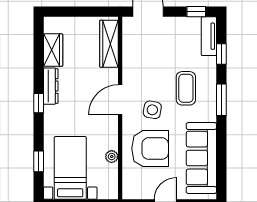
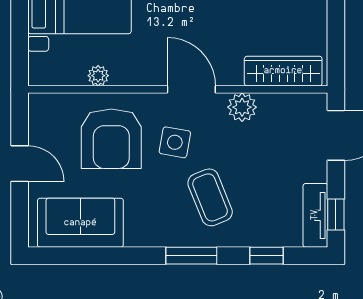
tv unit: (209, 36) -> (315, 215), moved, turned -90
plant: (131, 69) -> (242, 107), added
coffee table: (186, 88) -> (210, 197), turned 68
sofa: (201, 158) -> (80, 223), width x0.73

